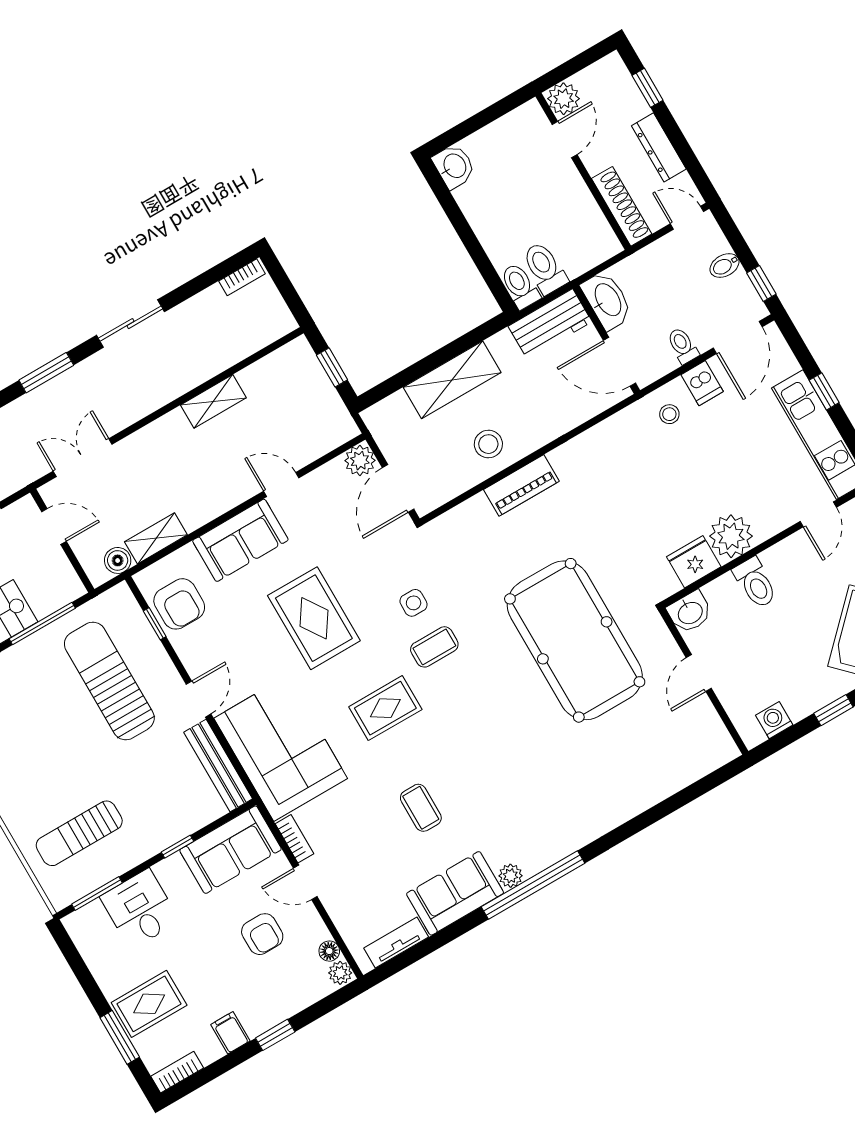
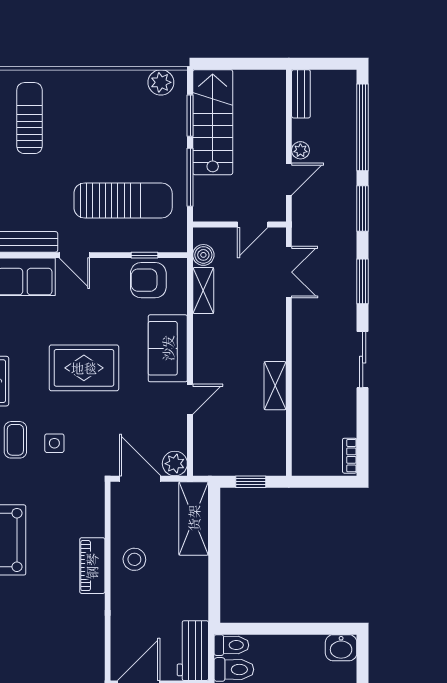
shelving: (452, 380) -> (194, 518), moved

